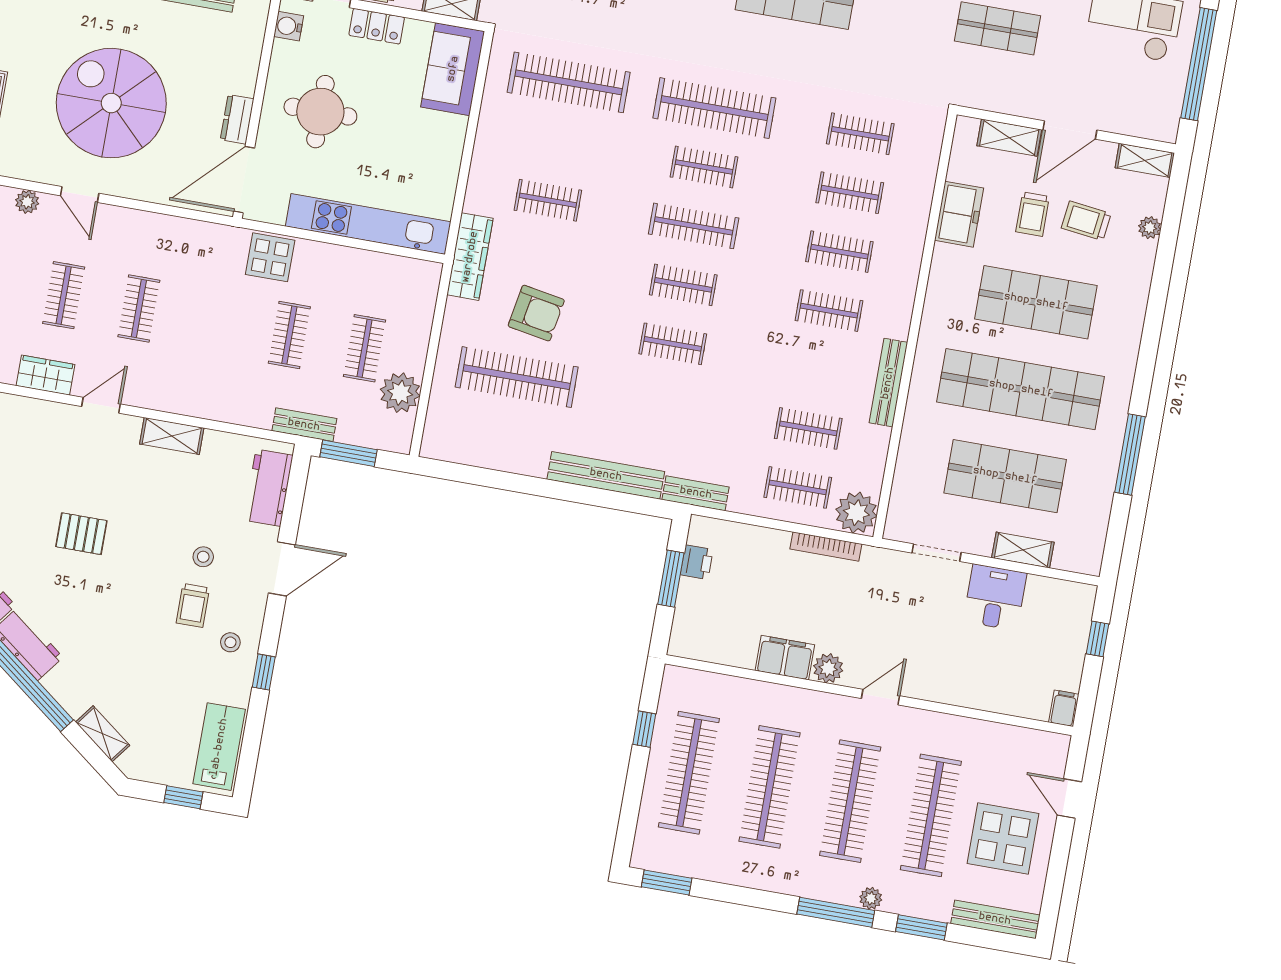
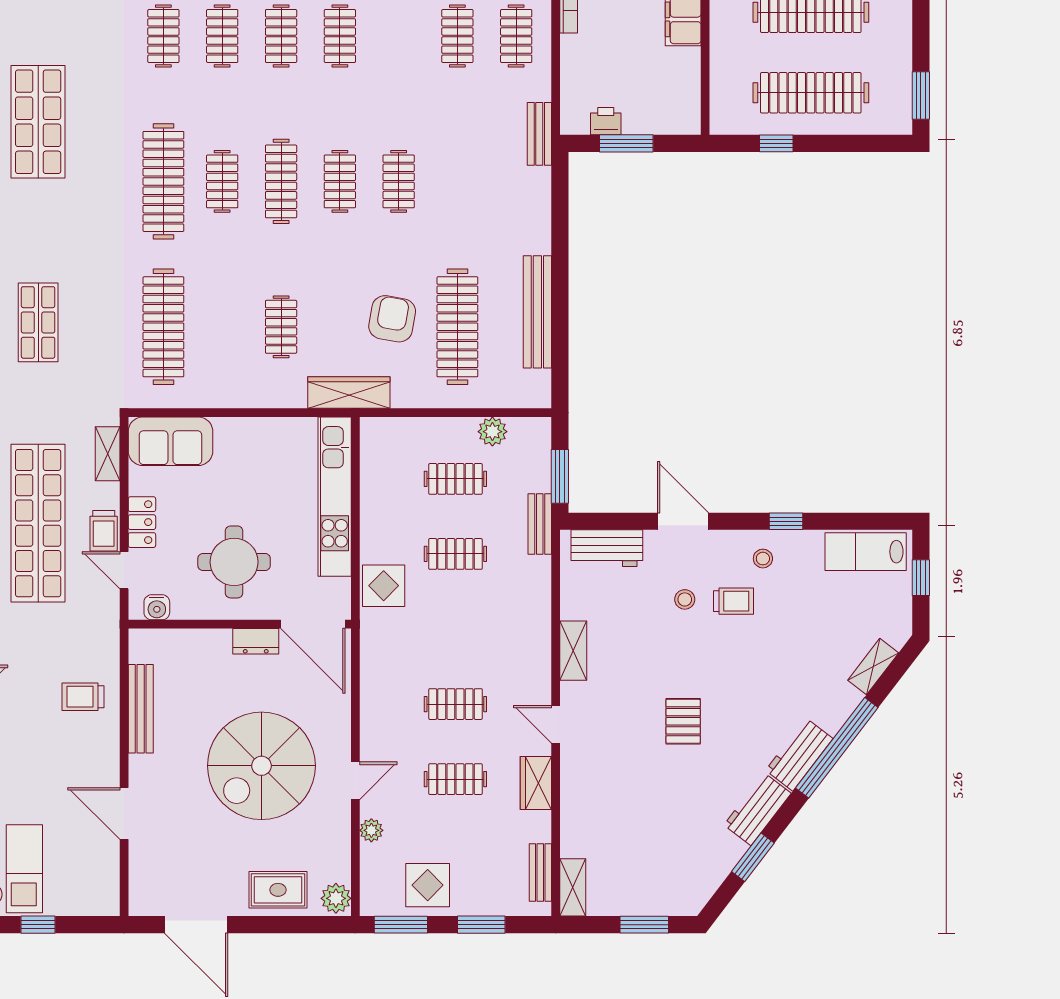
plant: (400, 393) -> (492, 432), width x0.73, depth x0.73
bench: (606, 475) -> (537, 312), moved

